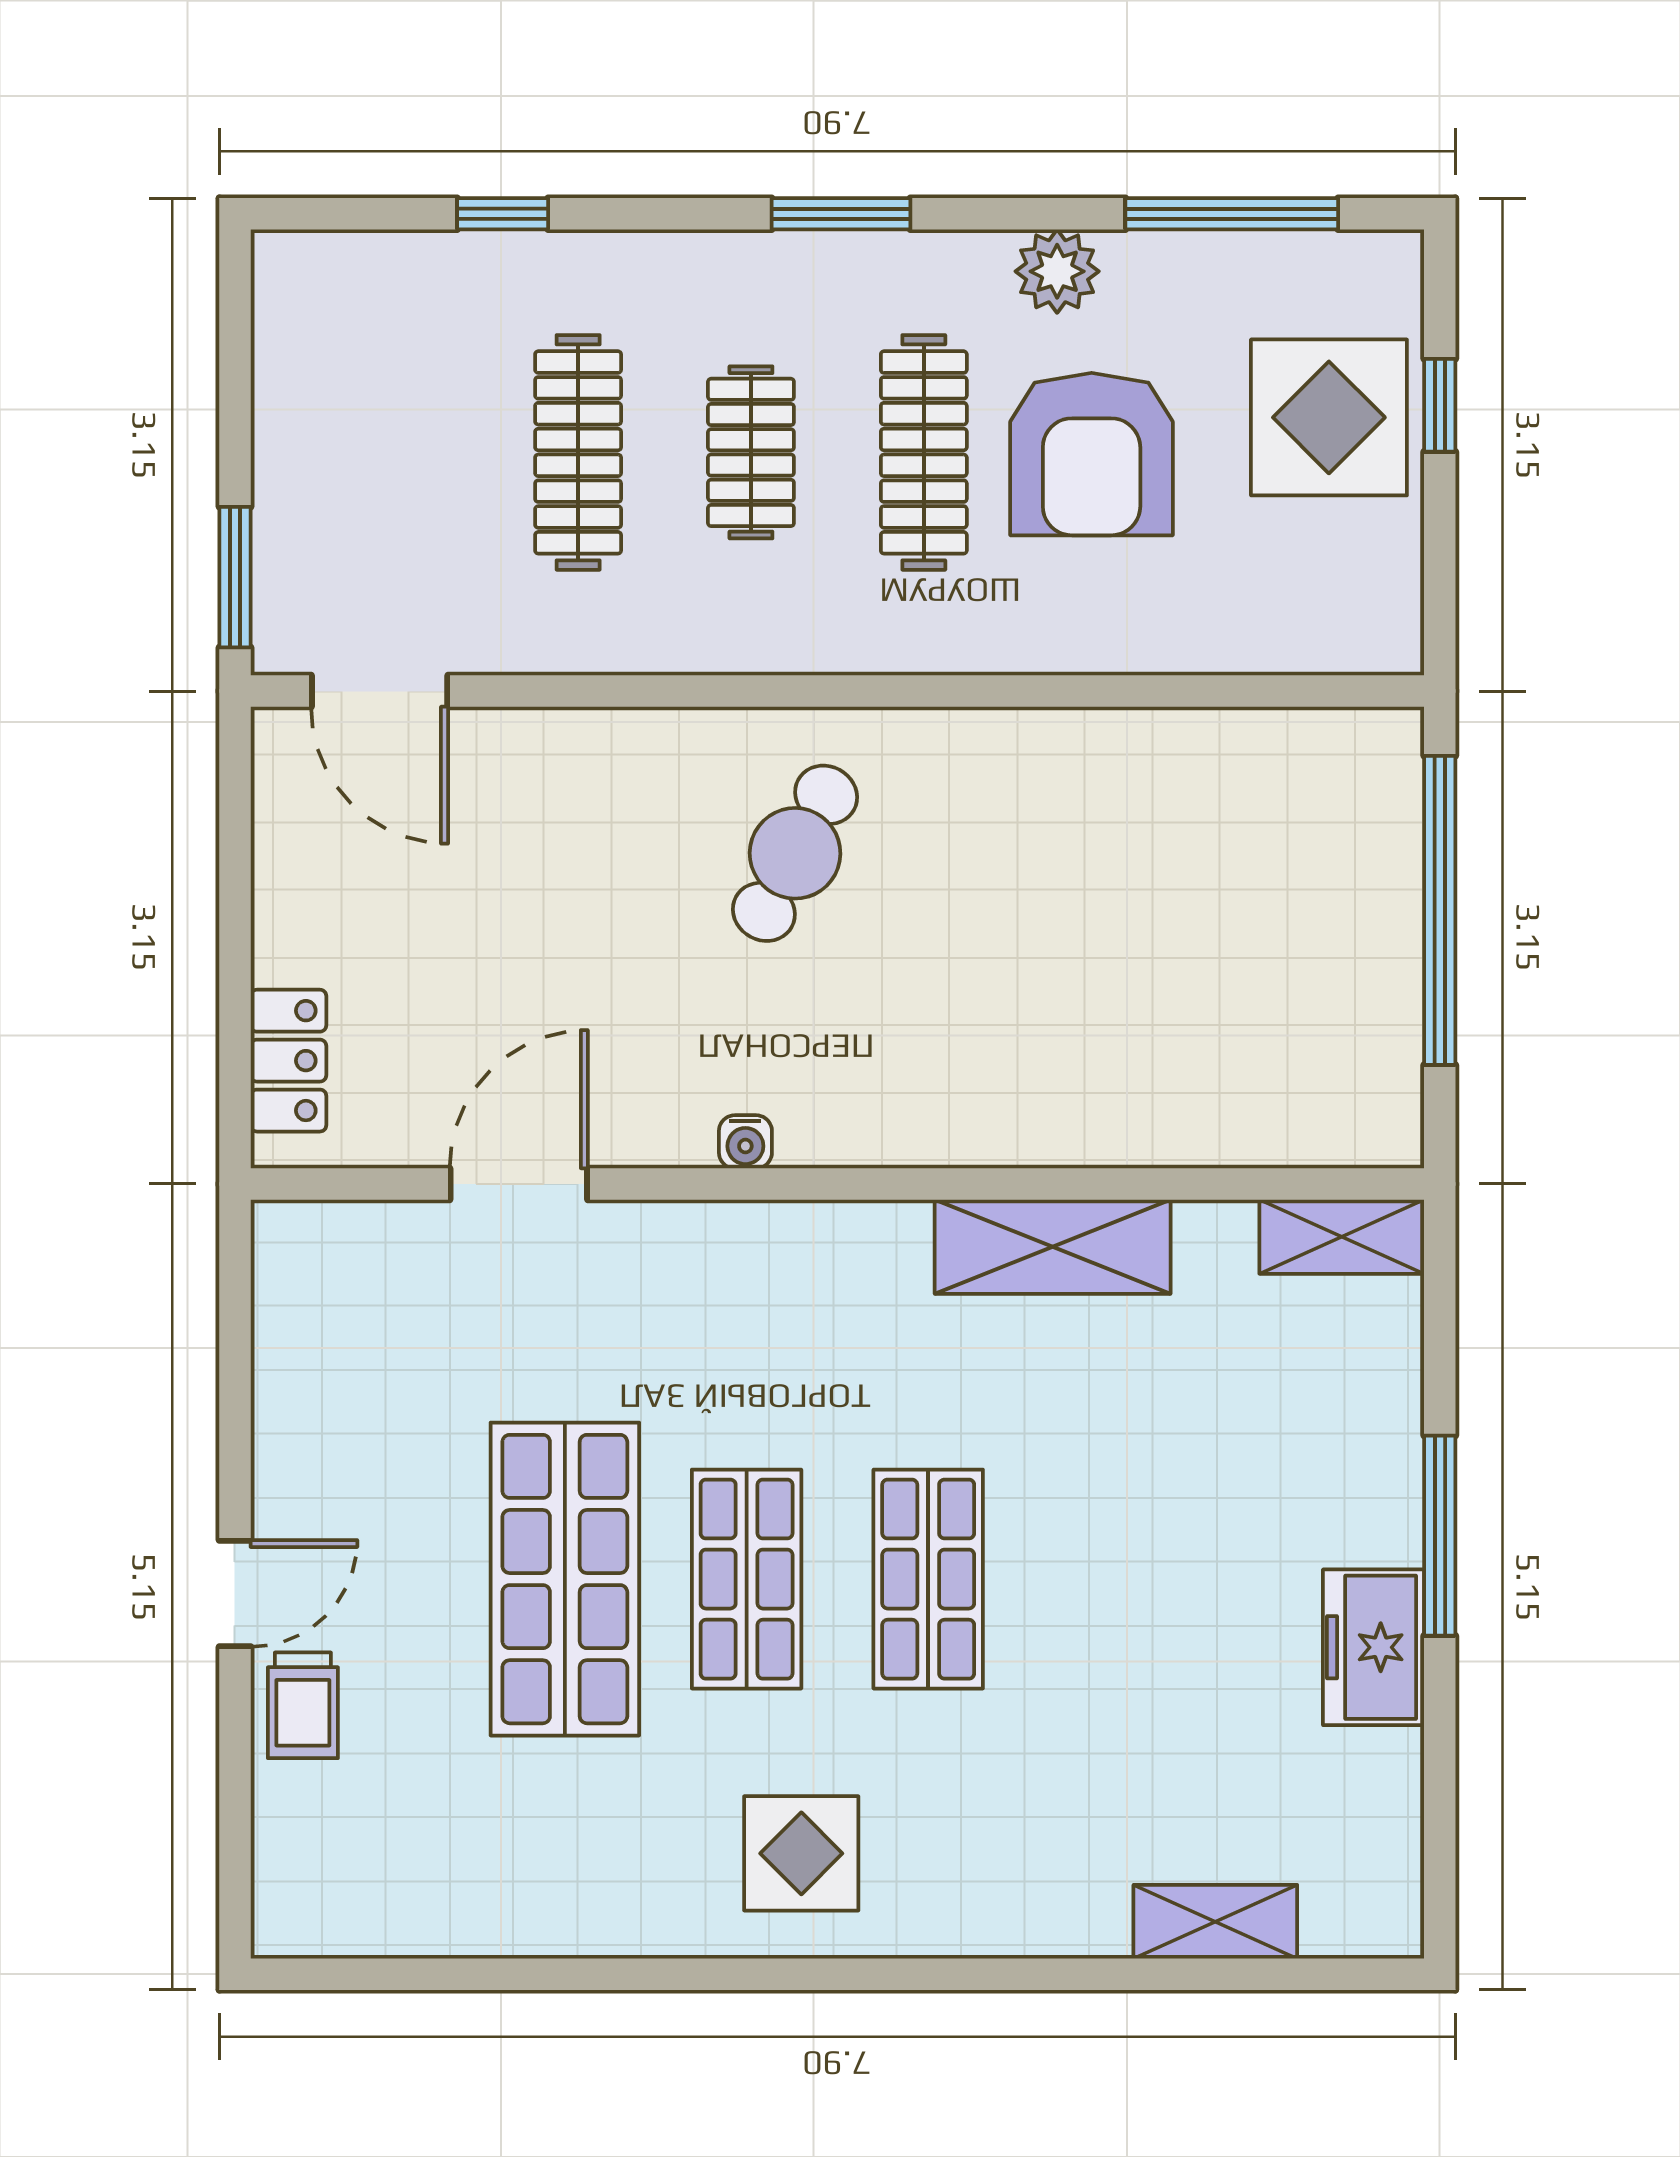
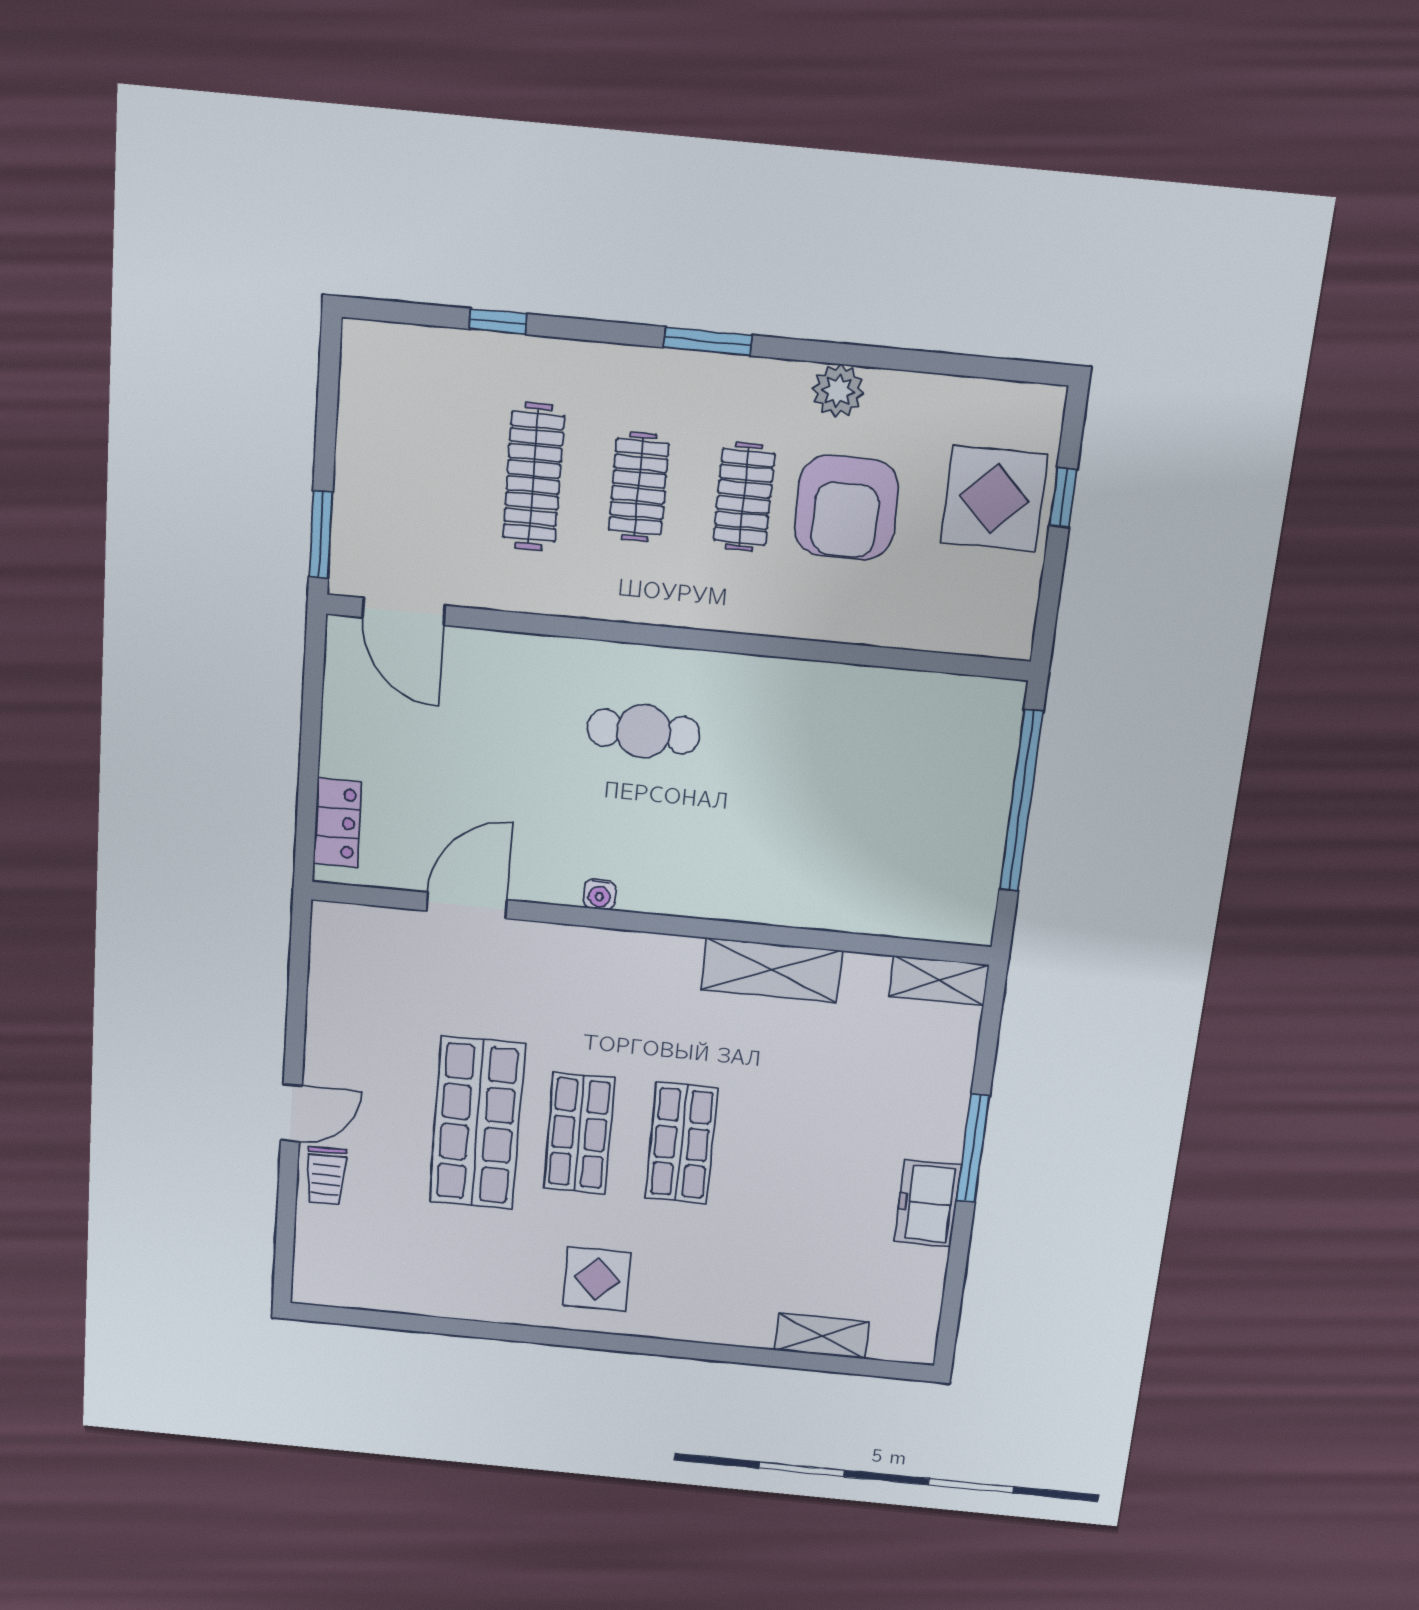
window: (1232, 214) -> (951, 364), removed
clothes rail: (924, 452) -> (744, 497), width x0.73
cafe table: (795, 853) -> (643, 731), turned 62

